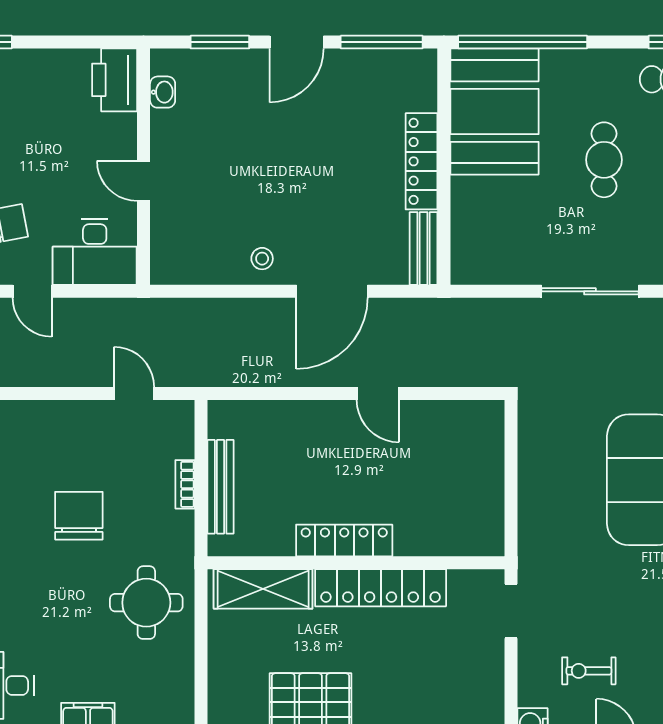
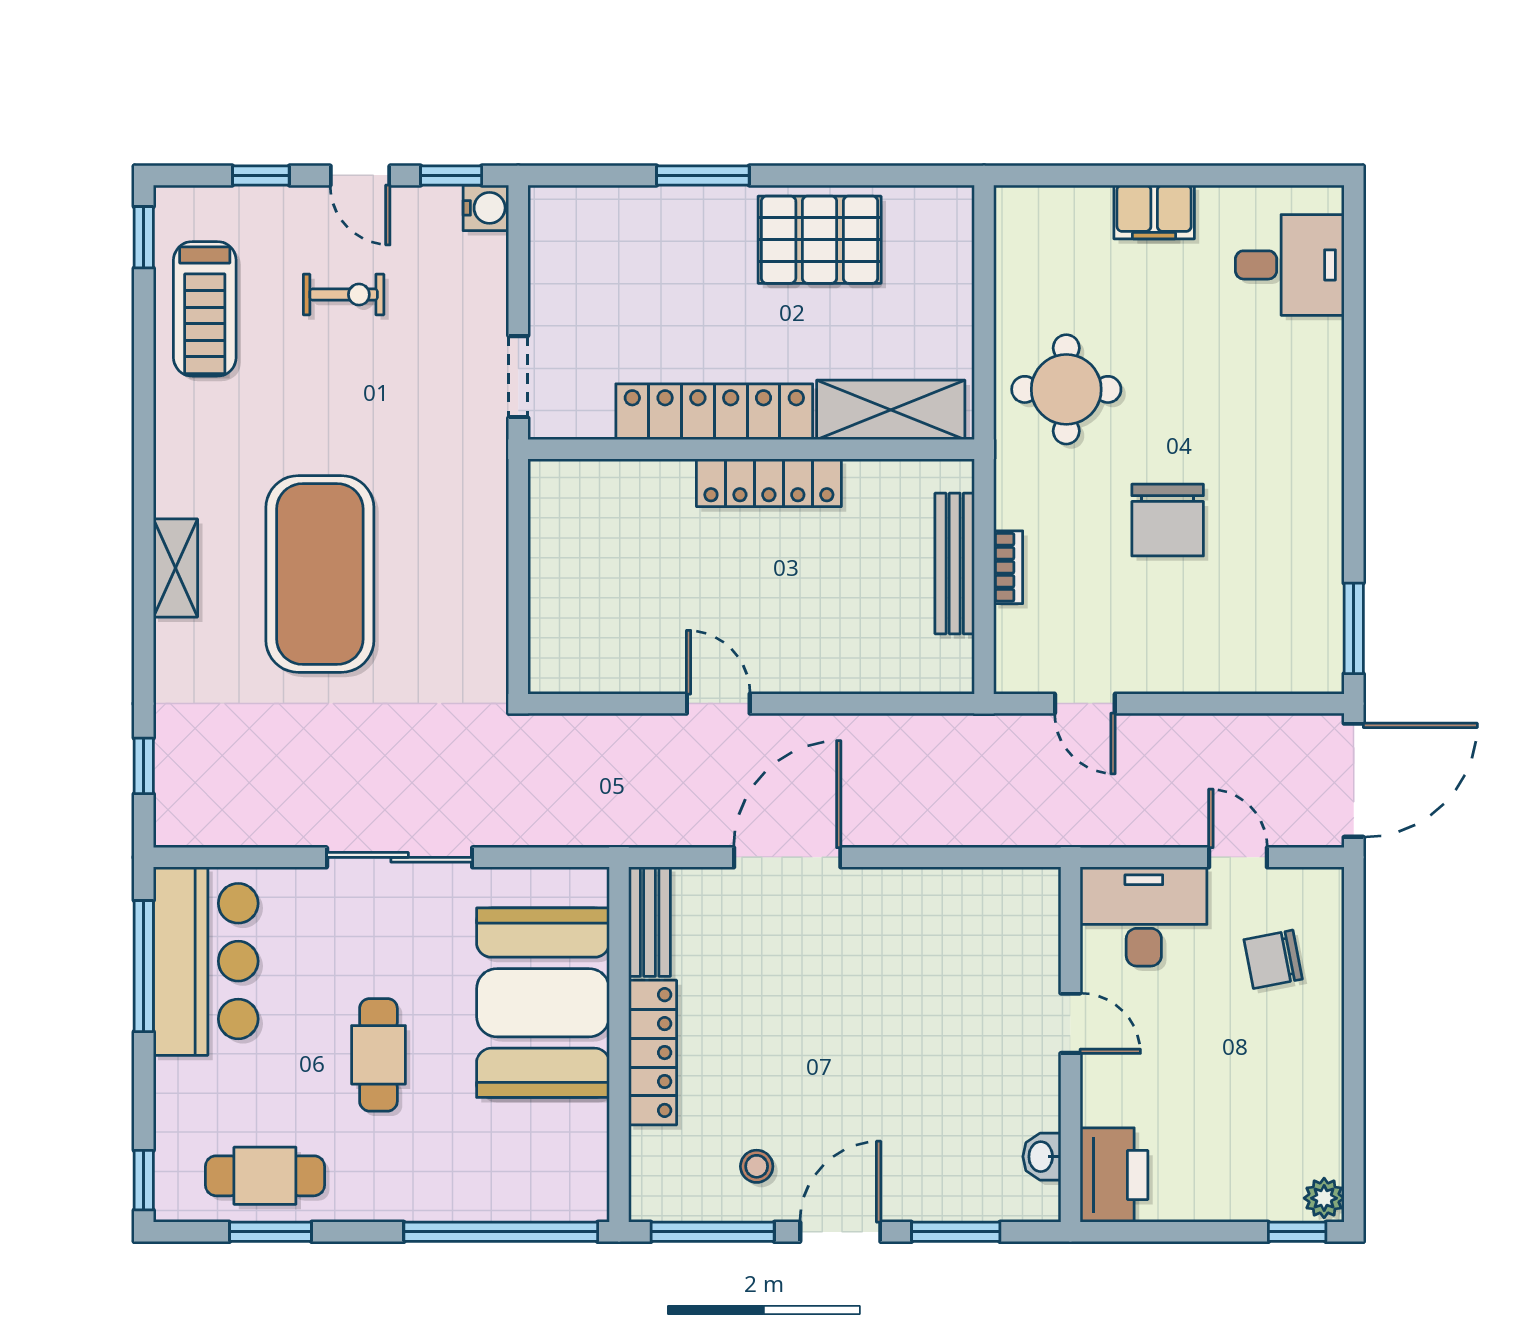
booth: (495, 112) -> (543, 1003), moved
stool: (262, 259) -> (757, 1166), moved
exercise bike: (589, 671) -> (344, 295), moved

